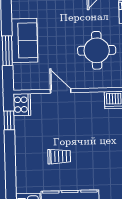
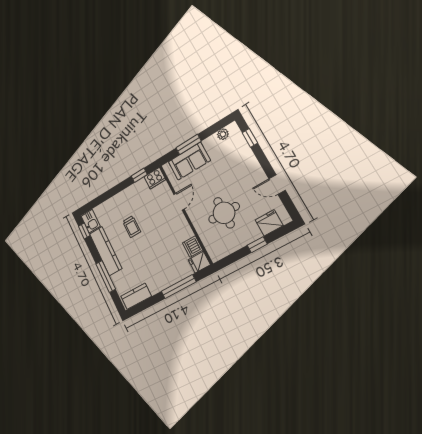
plant: (17, 11) -> (223, 134), added
sofa: (24, 40) -> (189, 161), moved

